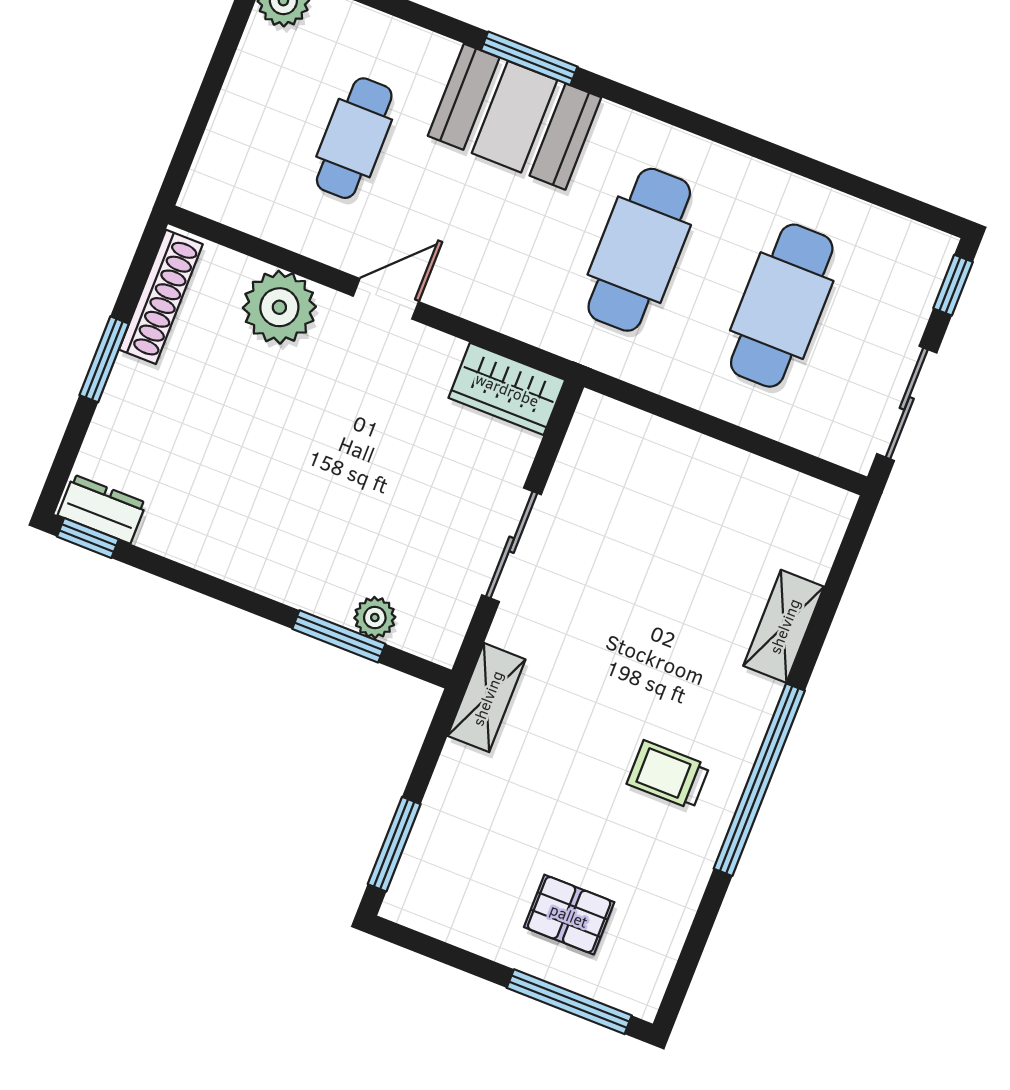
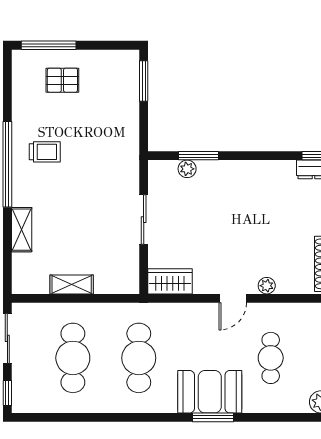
plant: (279, 307) -> (267, 286), width x0.53, depth x0.53
shelving: (487, 698) -> (72, 284), moved, turned 90

